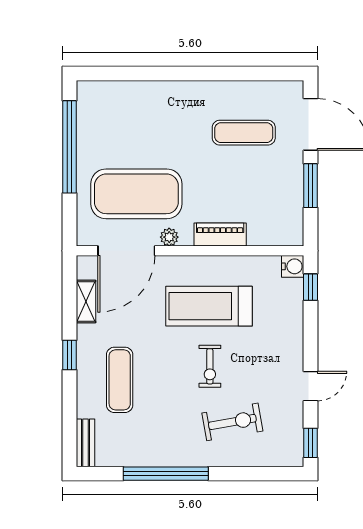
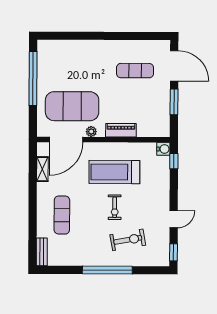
window: (70, 355) -> (33, 200), removed
window: (166, 474) -> (107, 270), moved

